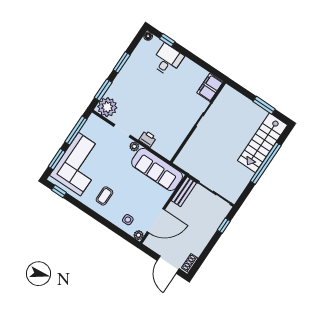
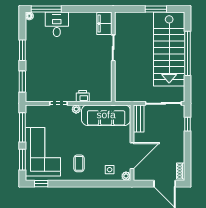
window: (167, 40) -> (46, 9), width x2.17
plant: (107, 107) -> (35, 93), removed
stairs: (263, 143) -> (169, 49), width x1.36, depth x1.51

